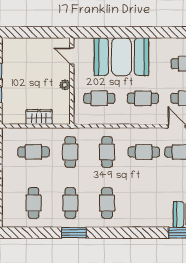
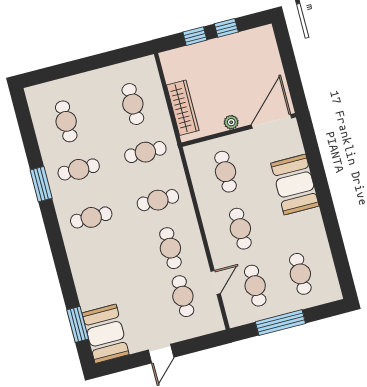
door: (72, 56) -> (272, 121), width x1.88
booth: (121, 57) -> (295, 185), width x0.73, depth x0.70
wardrobe: (39, 117) -> (183, 108), width x1.50
cafe table: (34, 203) -> (66, 121), turned 90

